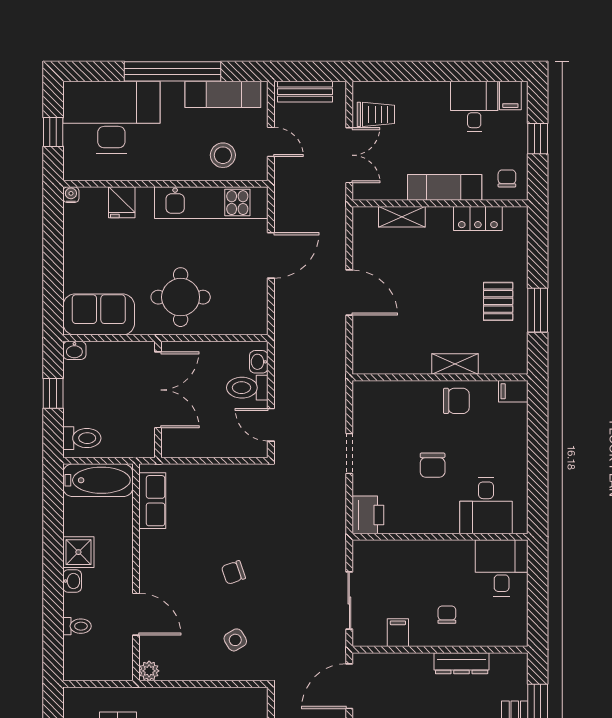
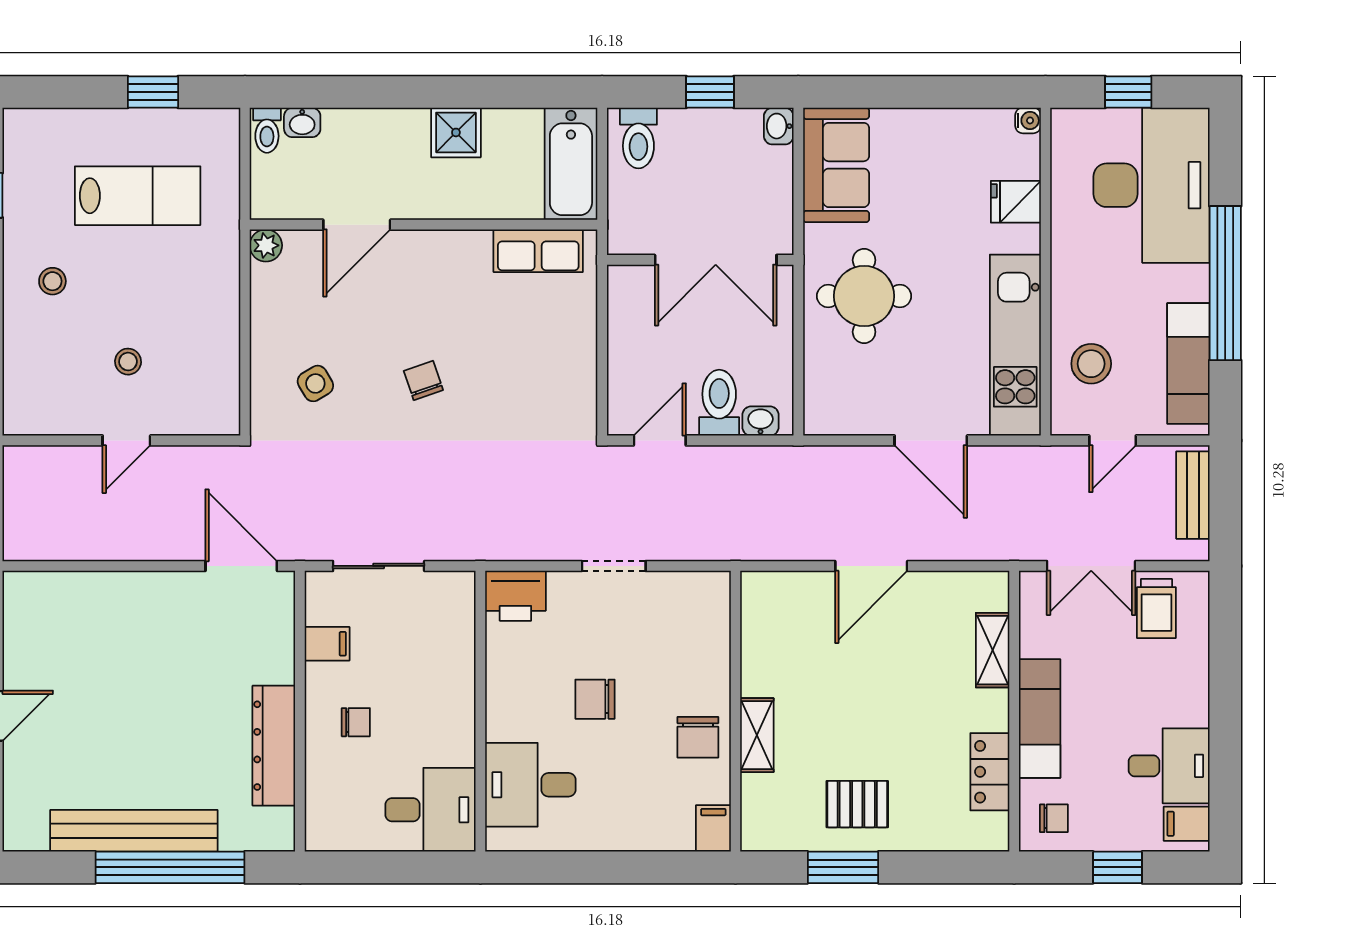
washbasin: (72, 581) -> (302, 122), moved
toilet: (77, 626) -> (267, 130), moved
dresser: (462, 663) -> (274, 746), width x1.37, depth x1.24

